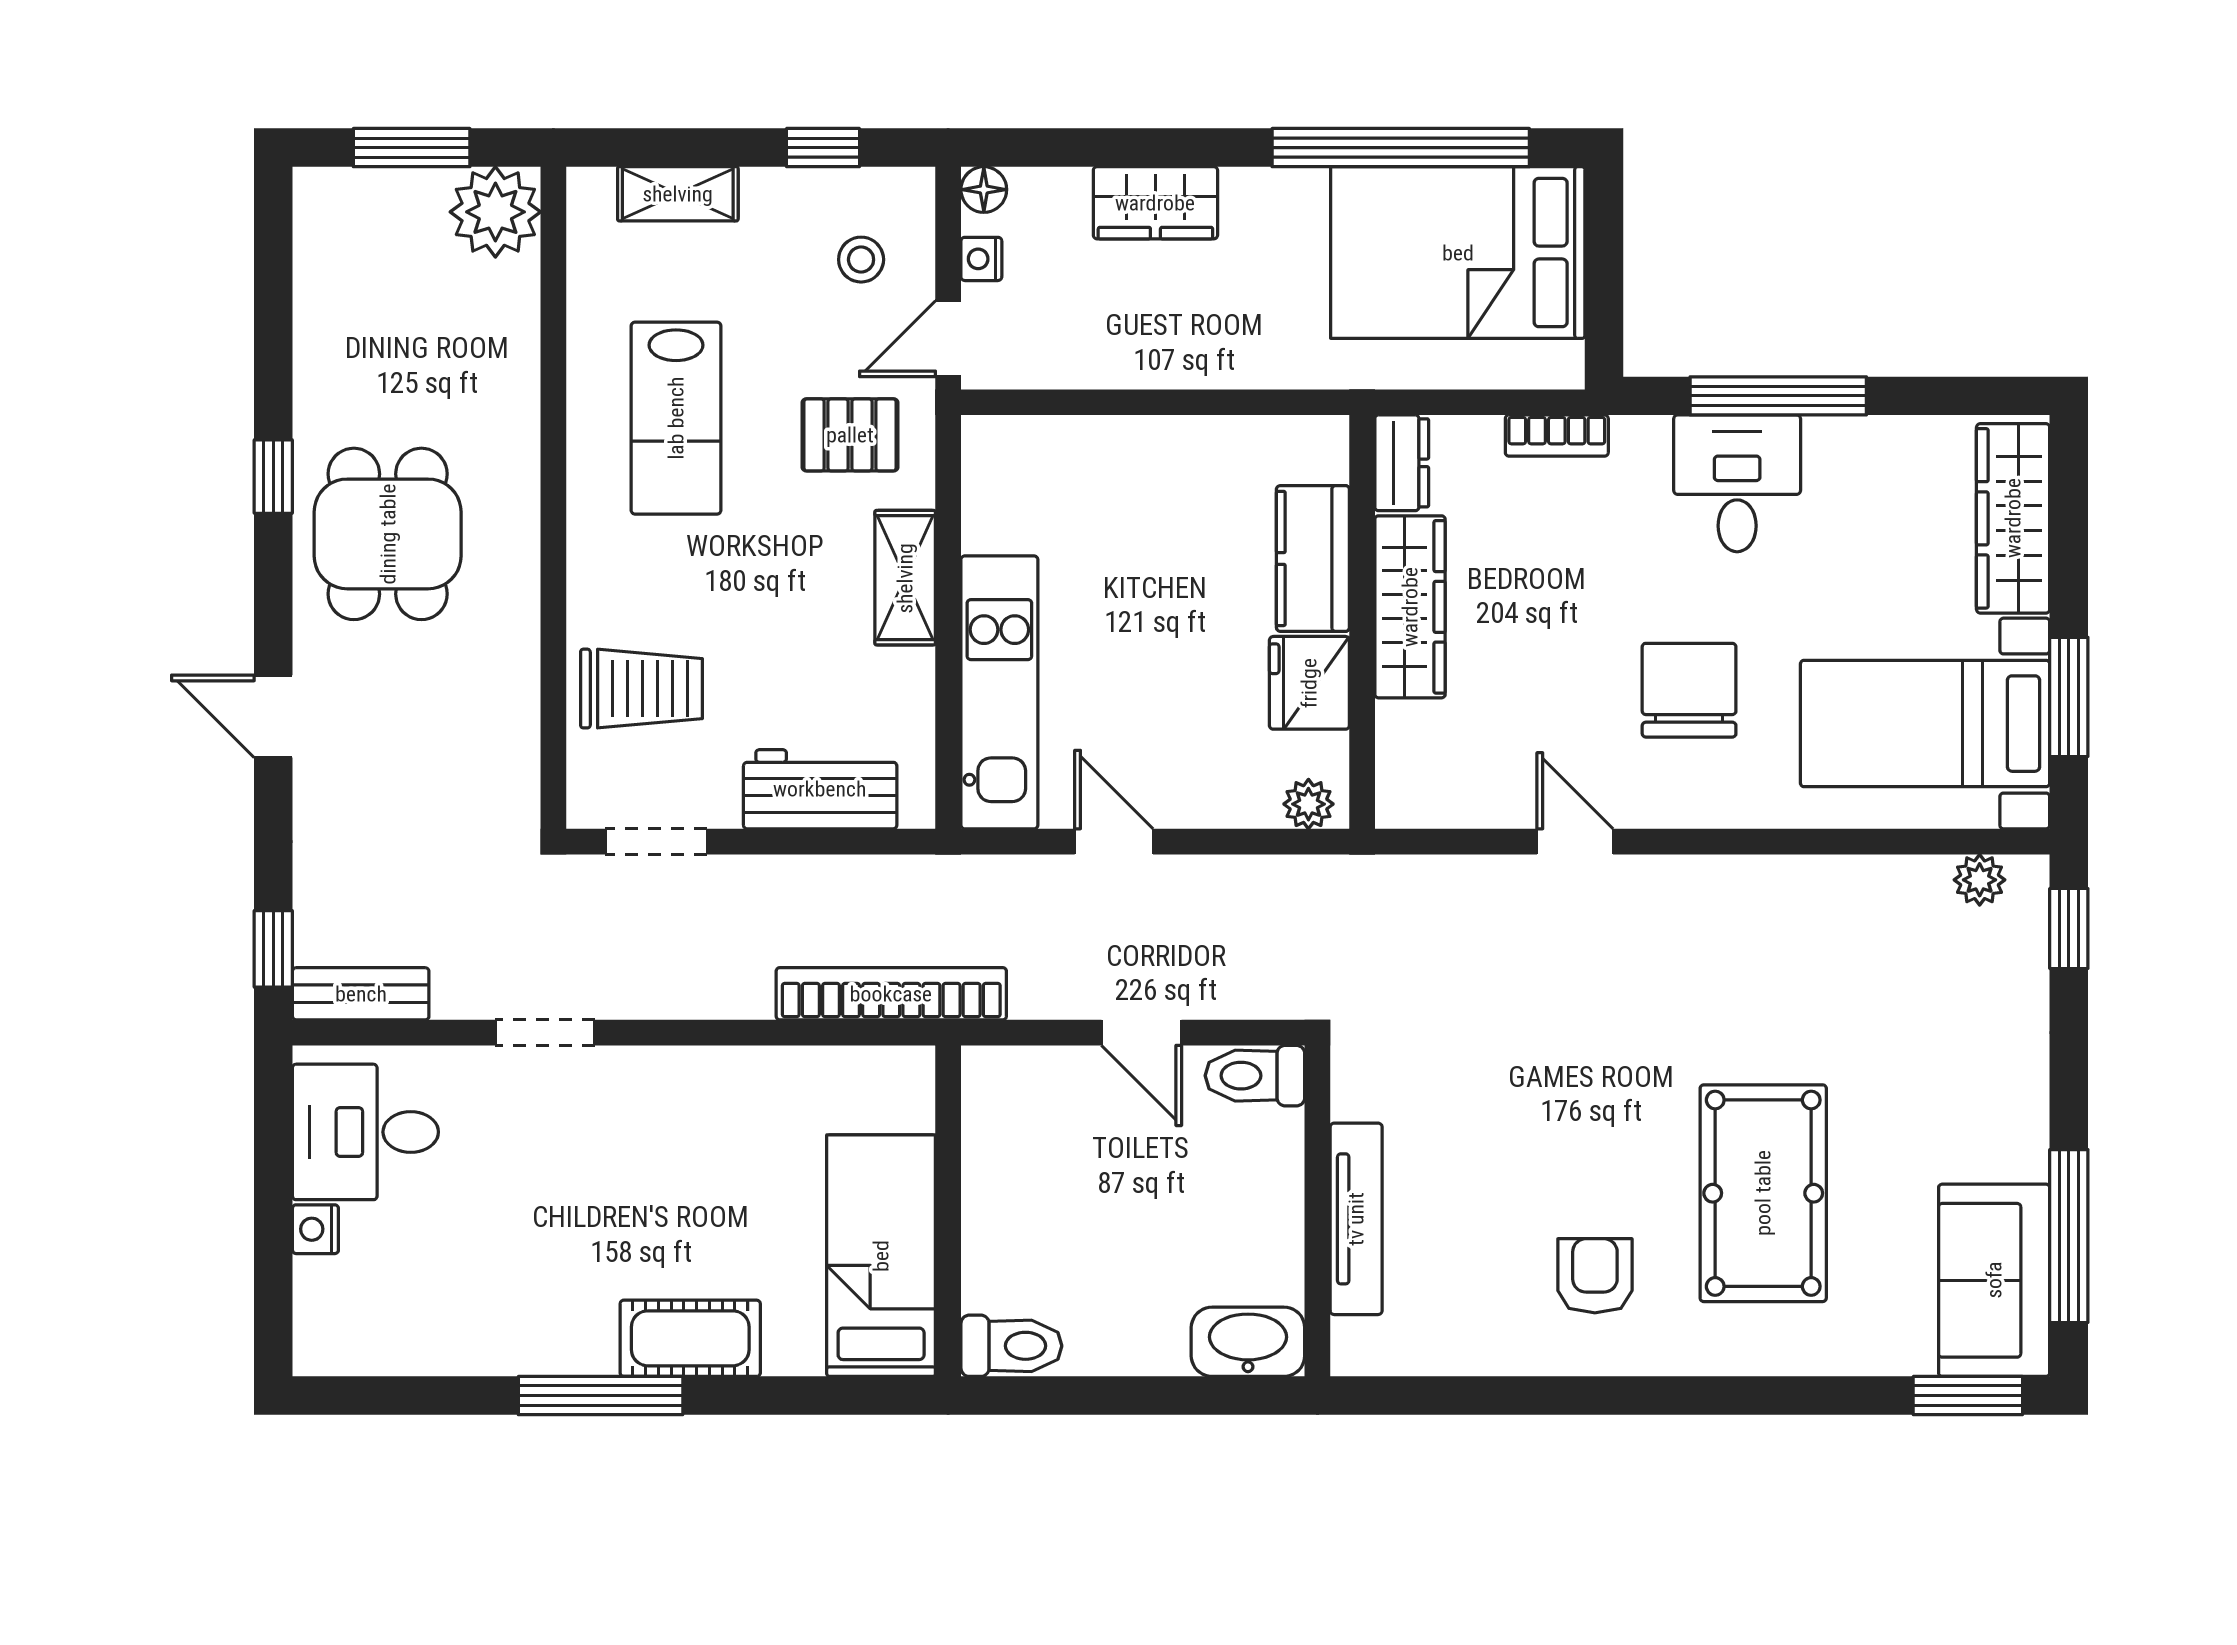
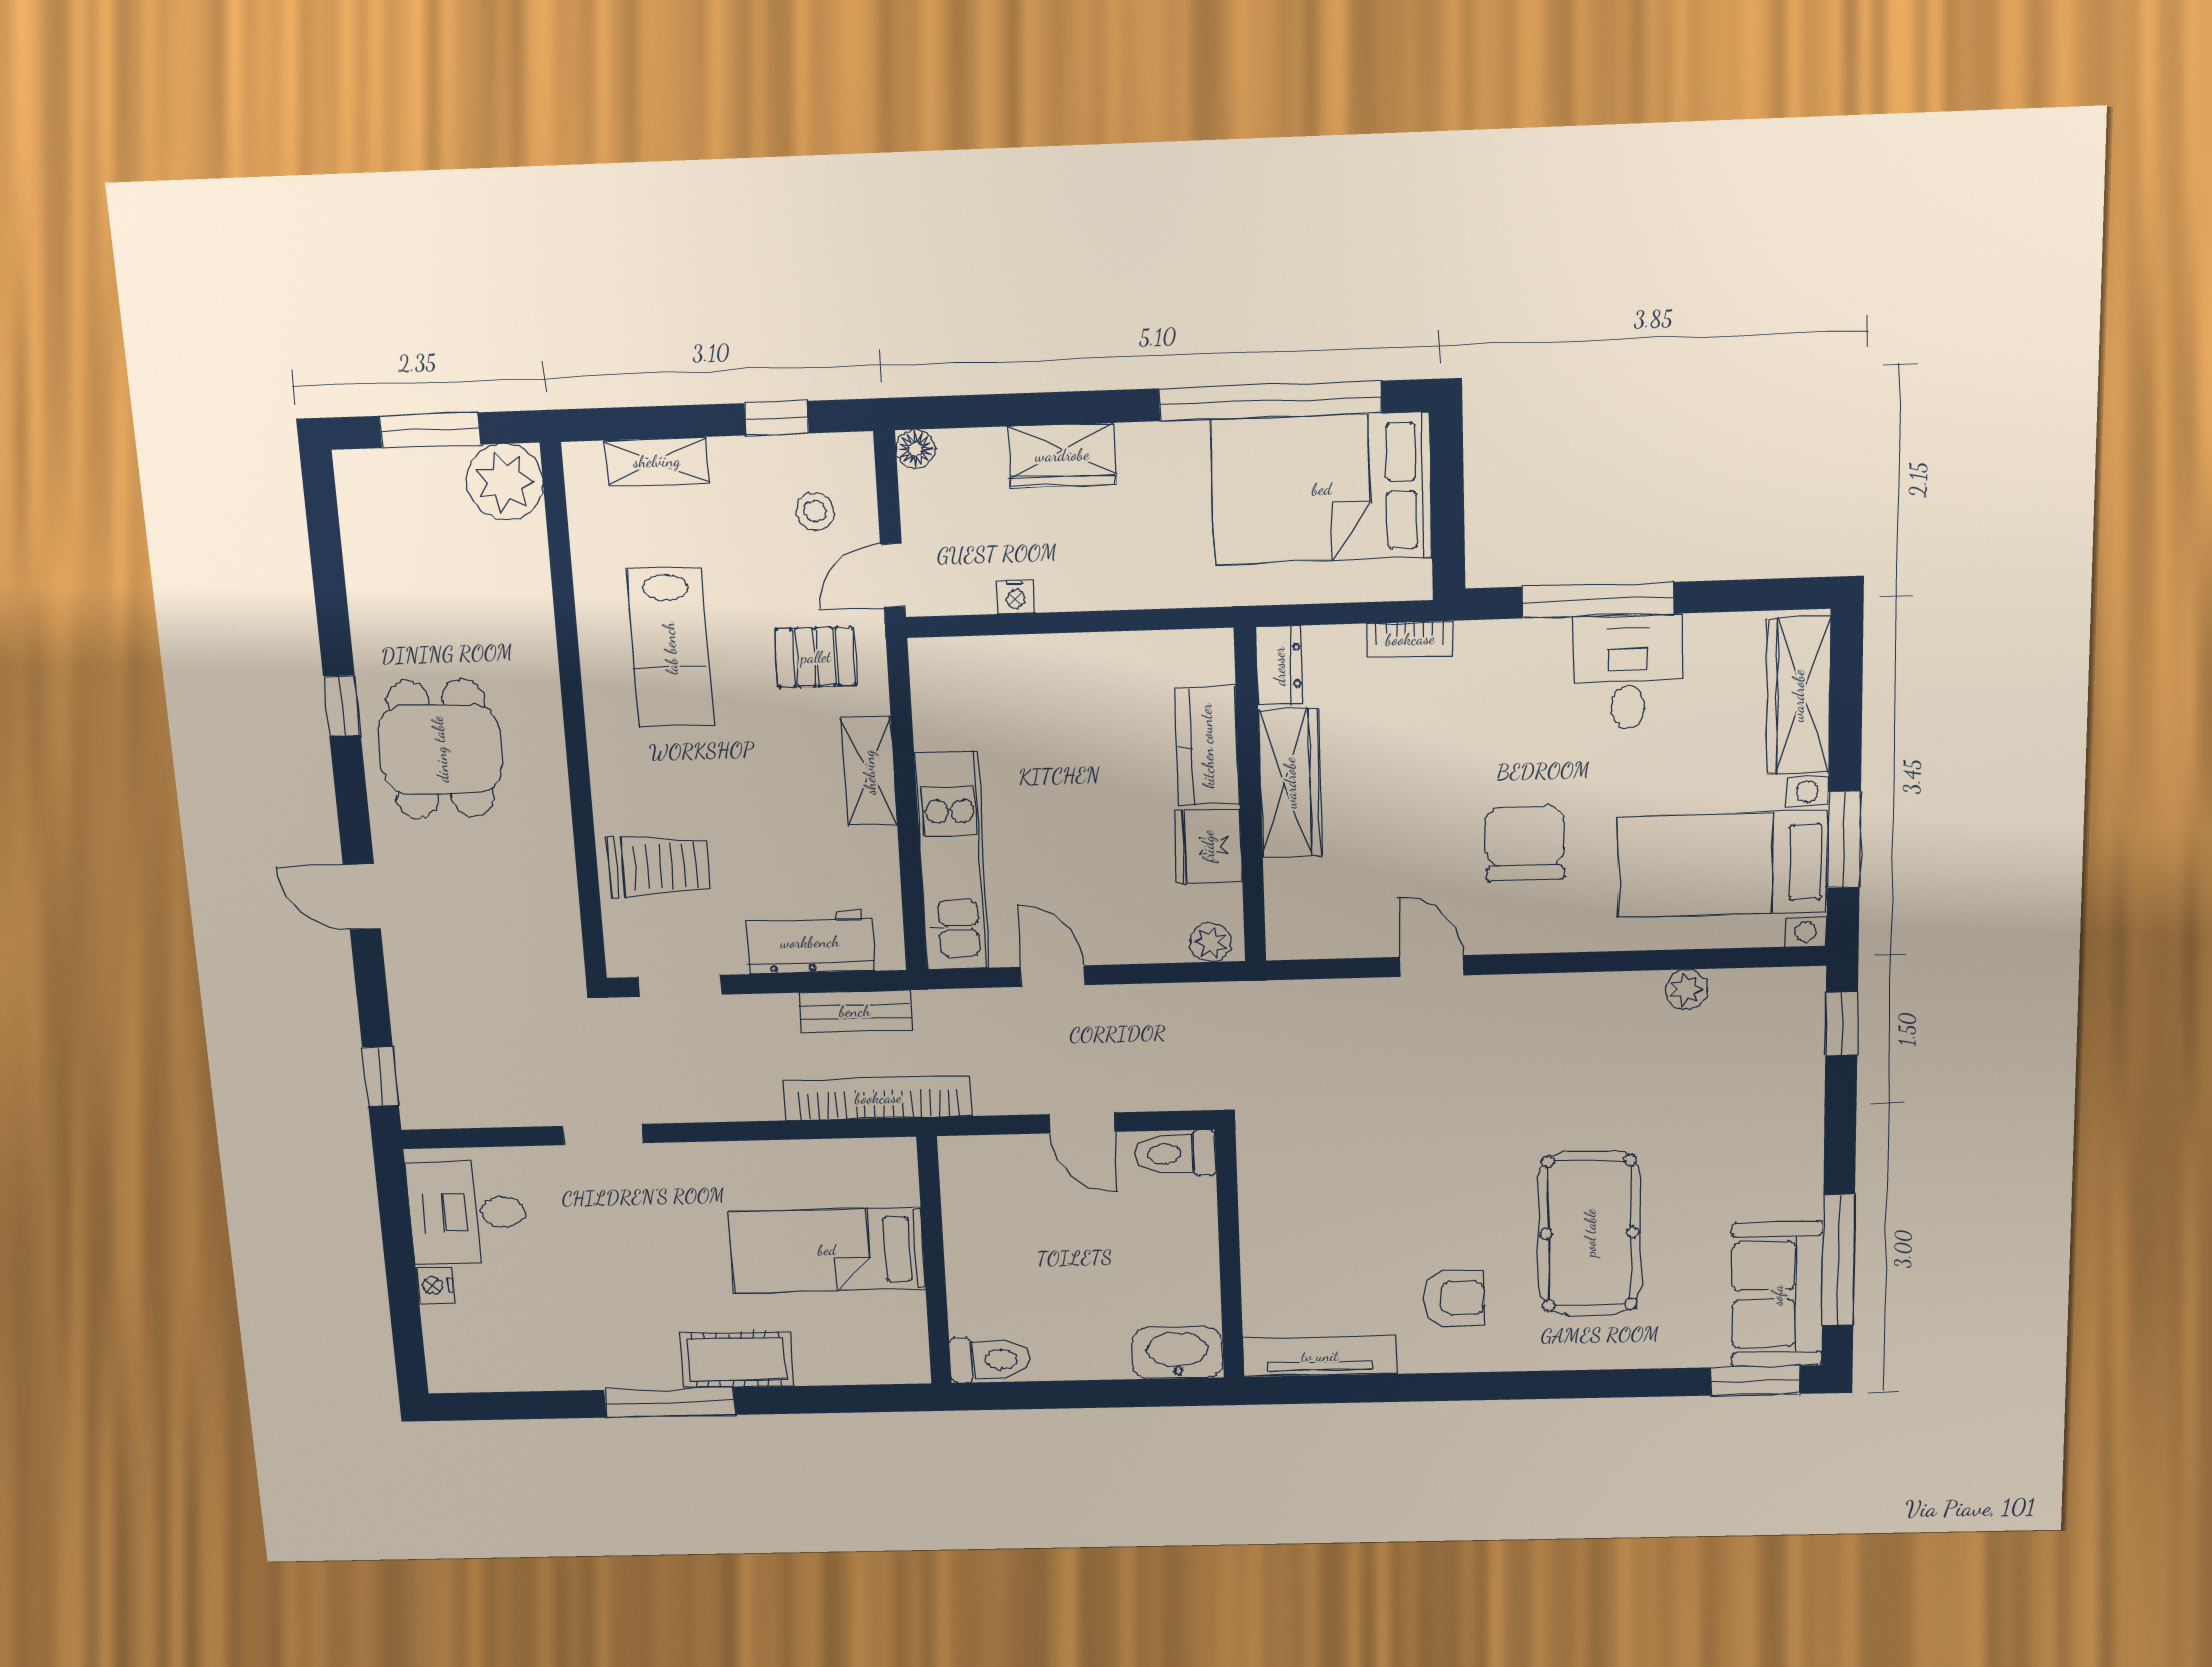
nightstand: (981, 259) -> (1015, 596), moved, turned -90
desk: (1737, 483) -> (1628, 672), moved
plant: (1980, 880) -> (1686, 989), moved
bench: (361, 994) -> (855, 1011), moved
tv unit: (1356, 1219) -> (1320, 1356), moved, turned -90
bed: (881, 1256) -> (827, 1250), moved, turned -90
armchair: (1595, 1276) -> (1454, 1298), turned 90

